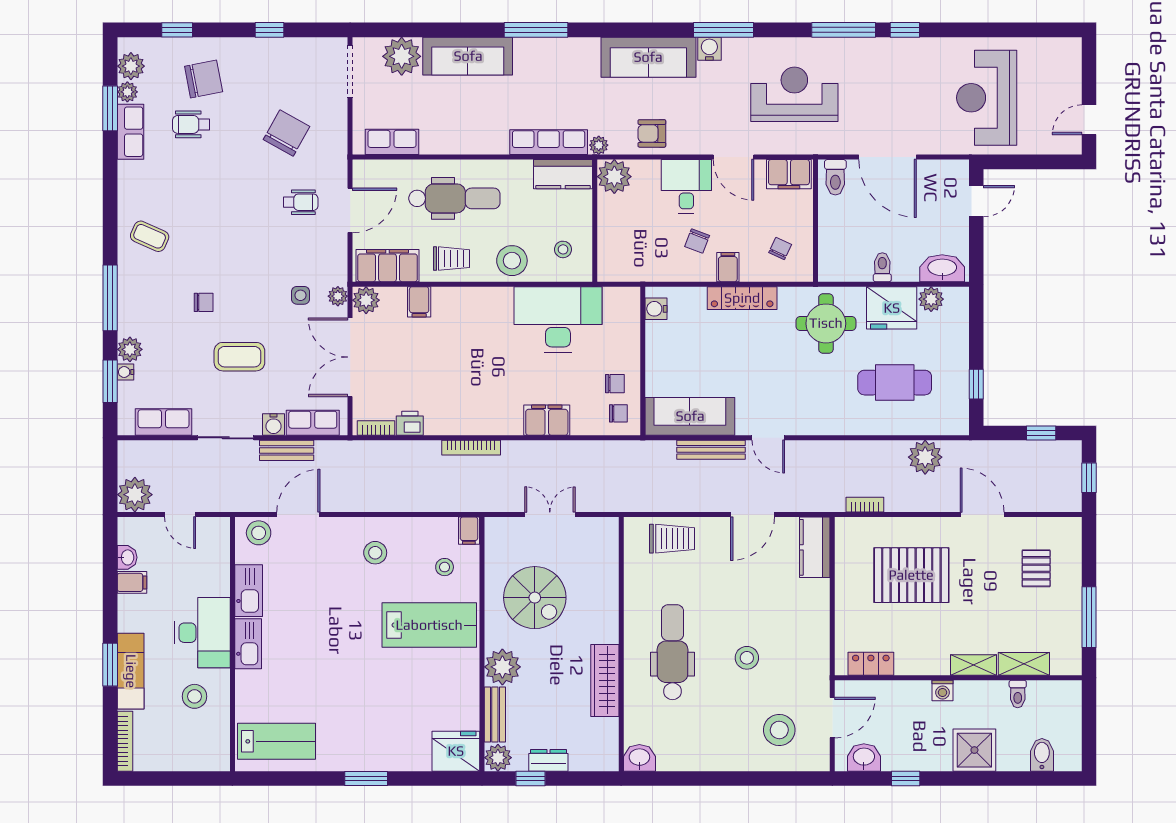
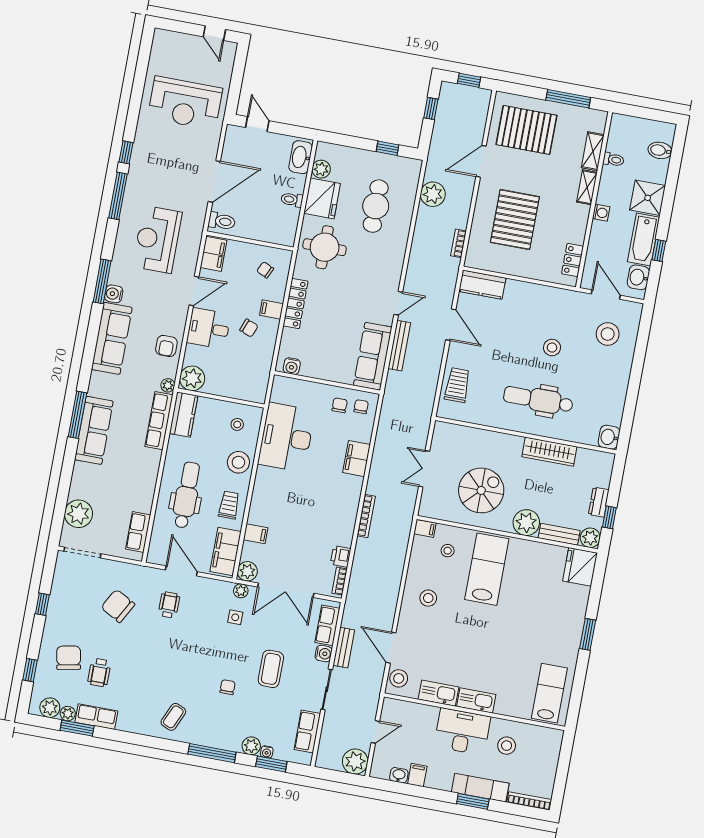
sofa: (468, 56) -> (94, 430), moved
pallet: (1036, 568) -> (526, 130), width x2.05, depth x2.00
bathtub: (917, 755) -> (644, 239), added

